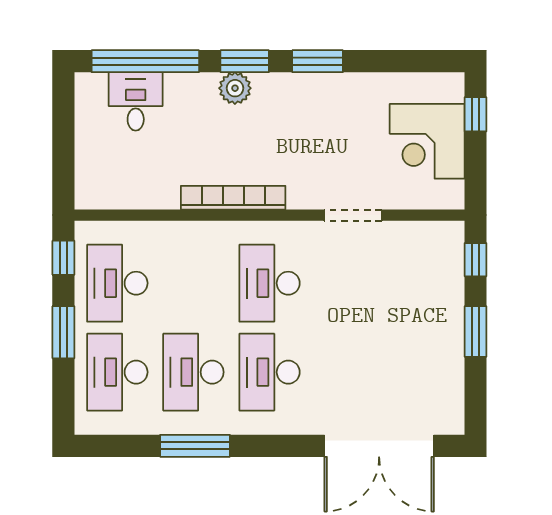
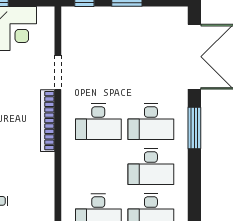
bookcase: (233, 198) -> (48, 121), moved
window: (195, 446) -> (194, 128), moved

